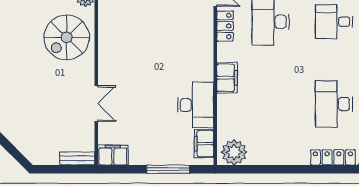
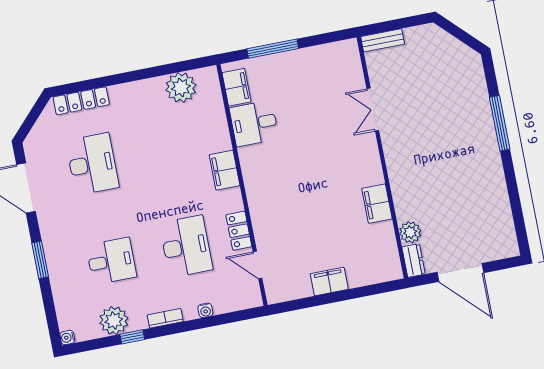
spiral stairs: (67, 37) -> (423, 181), removed
desk: (195, 105) -> (254, 123), width x0.73
plant: (234, 152) -> (181, 88), moved
filing cabinet: (113, 155) -> (377, 204), moved, turned 90

